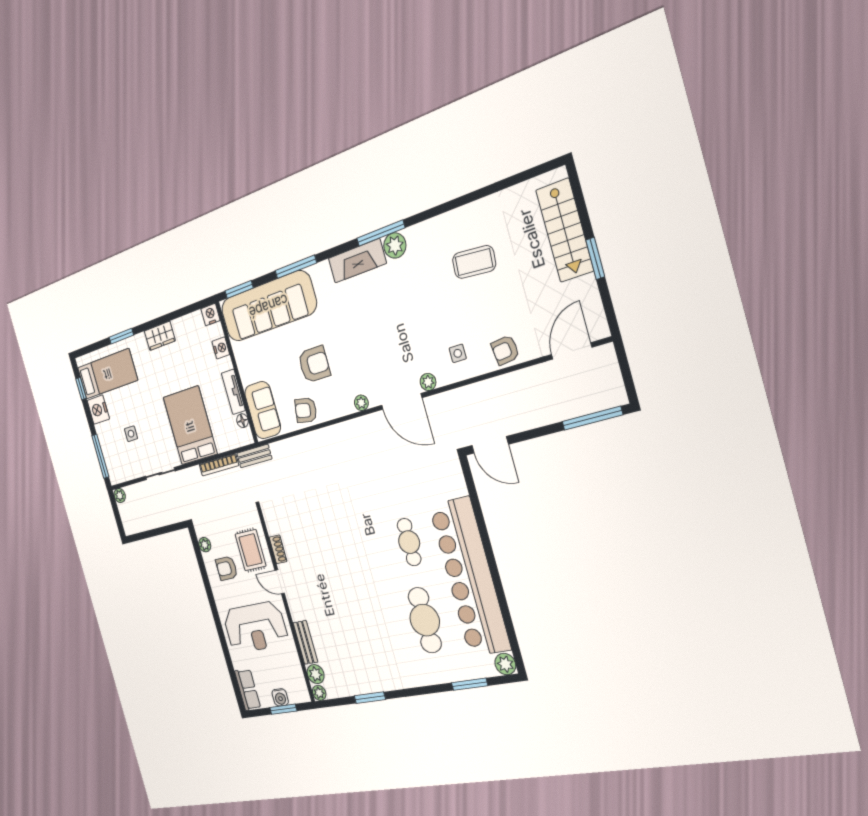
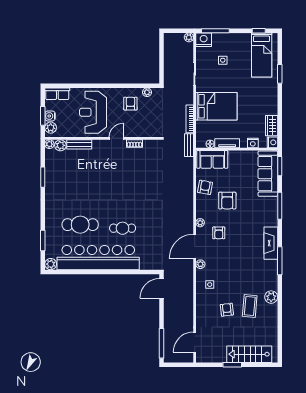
plant: (395, 245) -> (271, 297), moved
sofa: (268, 306) -> (268, 174), width x0.74, depth x0.79
wardrobe: (160, 336) -> (272, 126), moved
armchair: (505, 350) -> (227, 310), moved
door: (572, 351) -> (195, 342), swing flipped
armchair: (368, 364) -> (219, 233), added
nightstand: (98, 410) -> (204, 40), moved
rug: (250, 550) -> (138, 124), removed
plant: (296, 694) -> (51, 128), added

